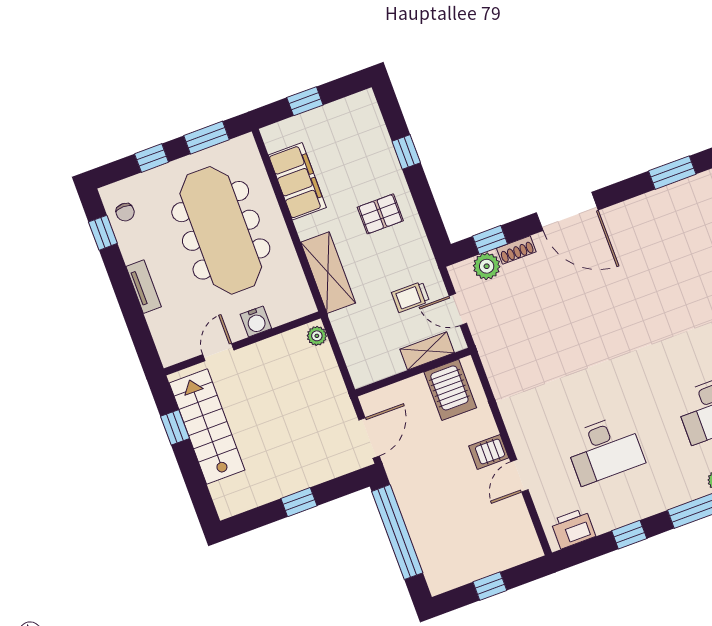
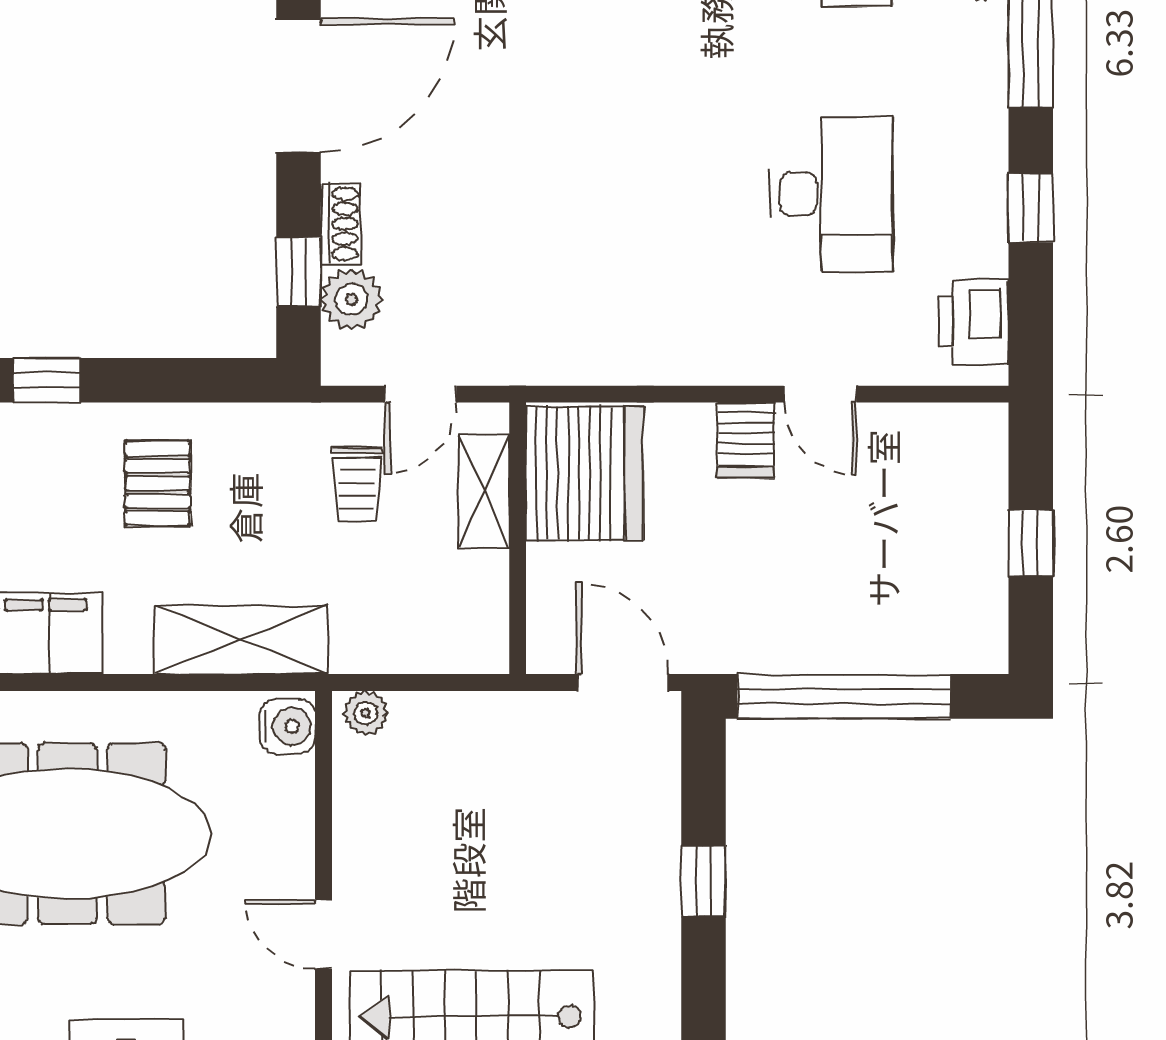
water cooler: (256, 321) -> (288, 727), moved
server rack: (450, 390) -> (584, 473), width x1.60

